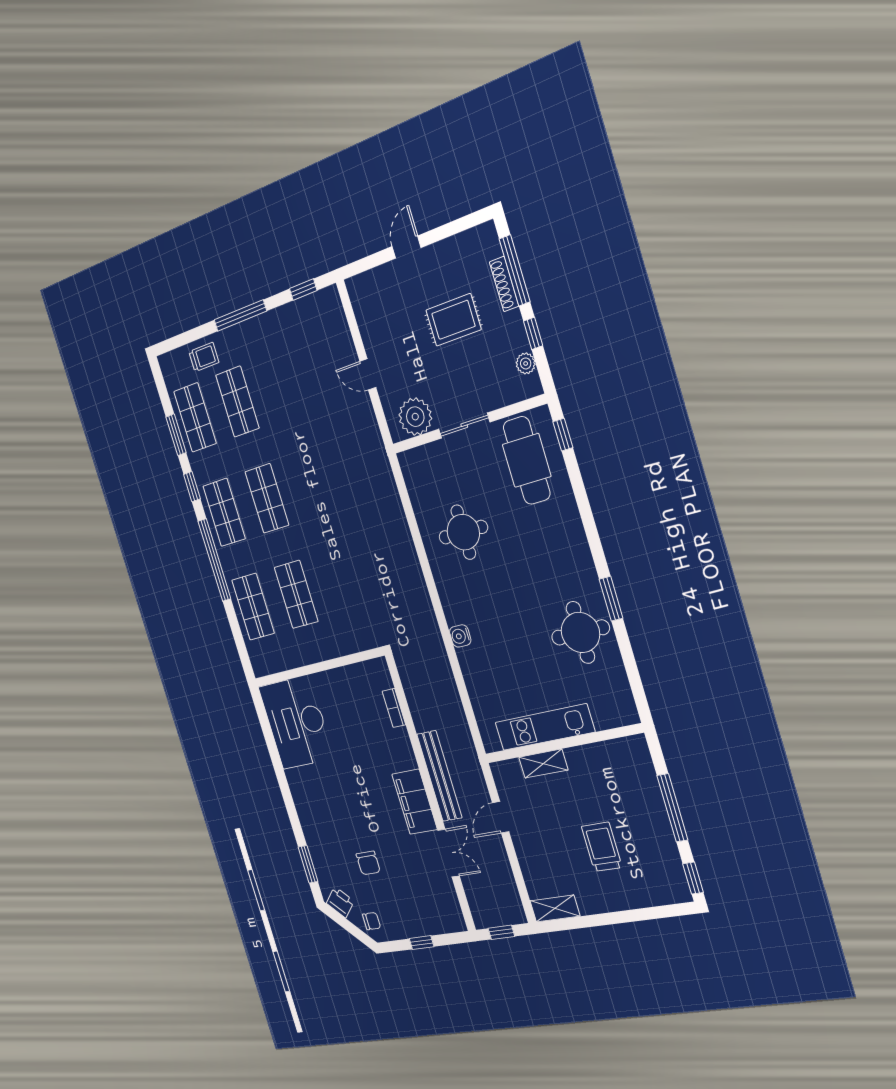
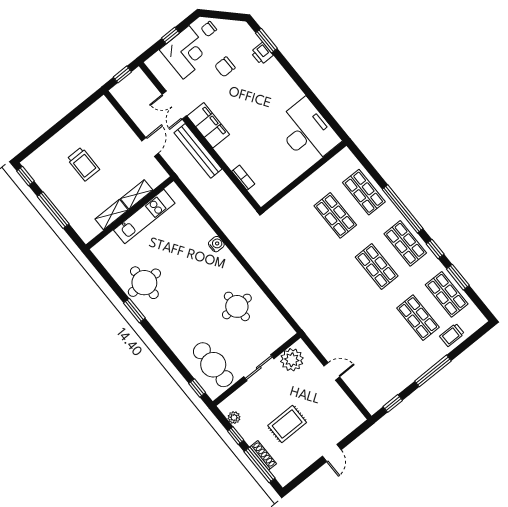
chair: (368, 863) -> (225, 67), turned -90
printer: (340, 902) -> (262, 54), moved, turned 45
shelving: (555, 908) -> (112, 215), moved
corner desk: (410, 910) -> (186, 52), added

